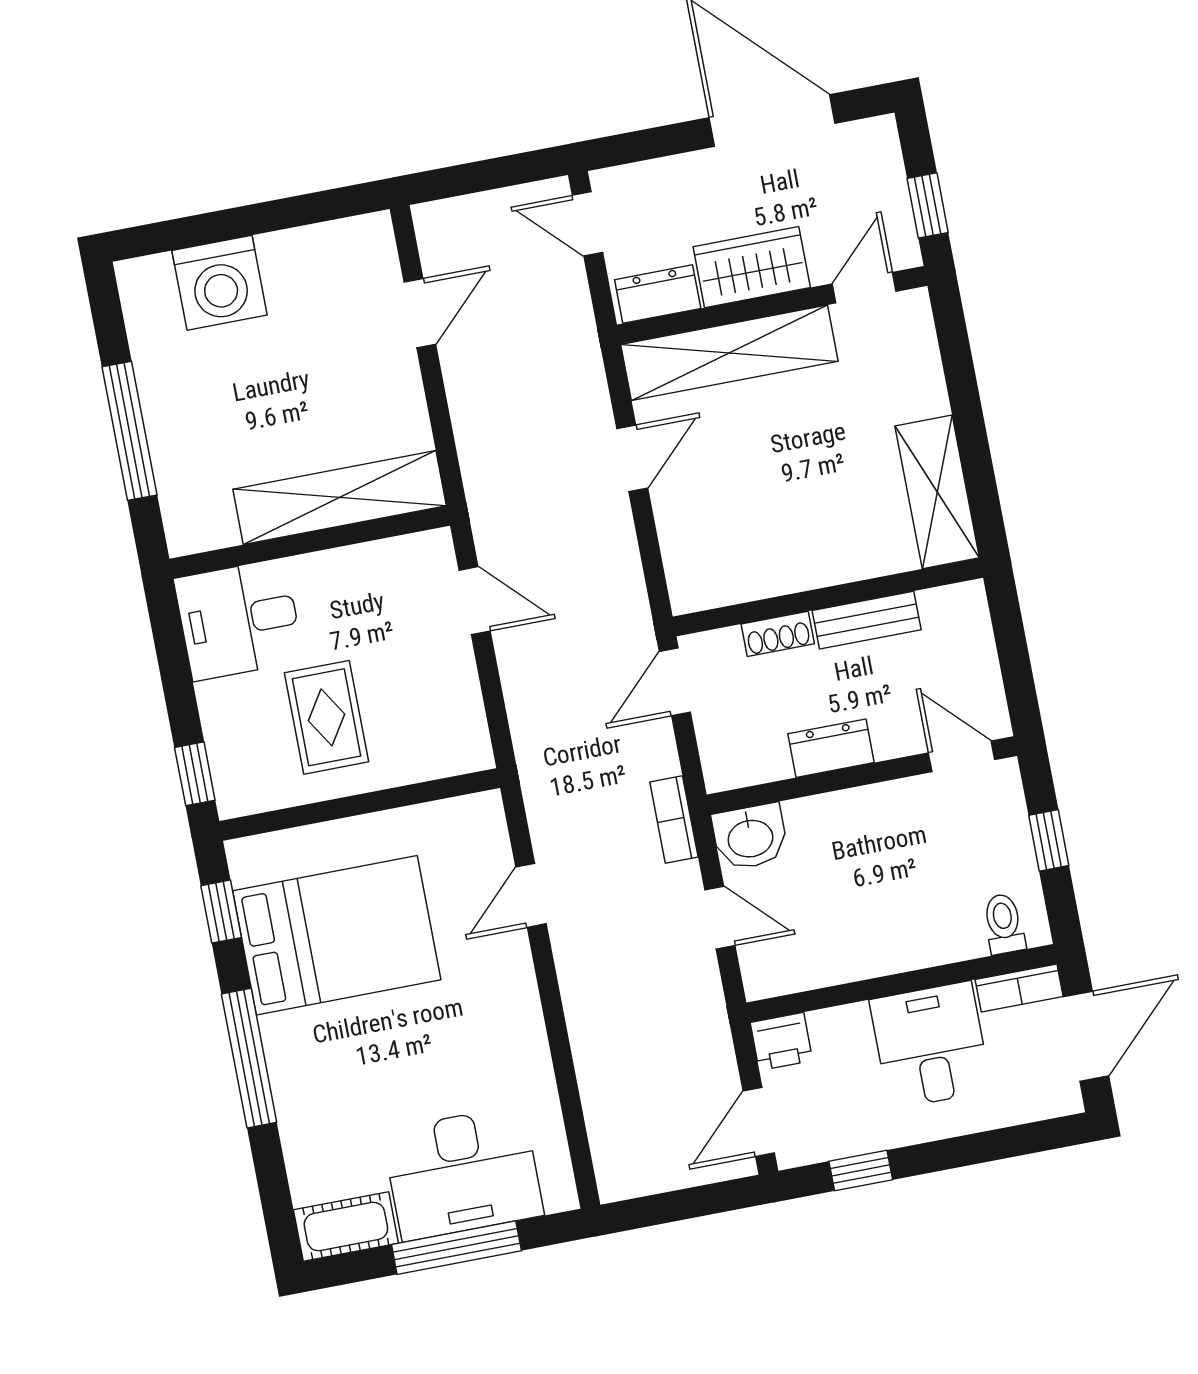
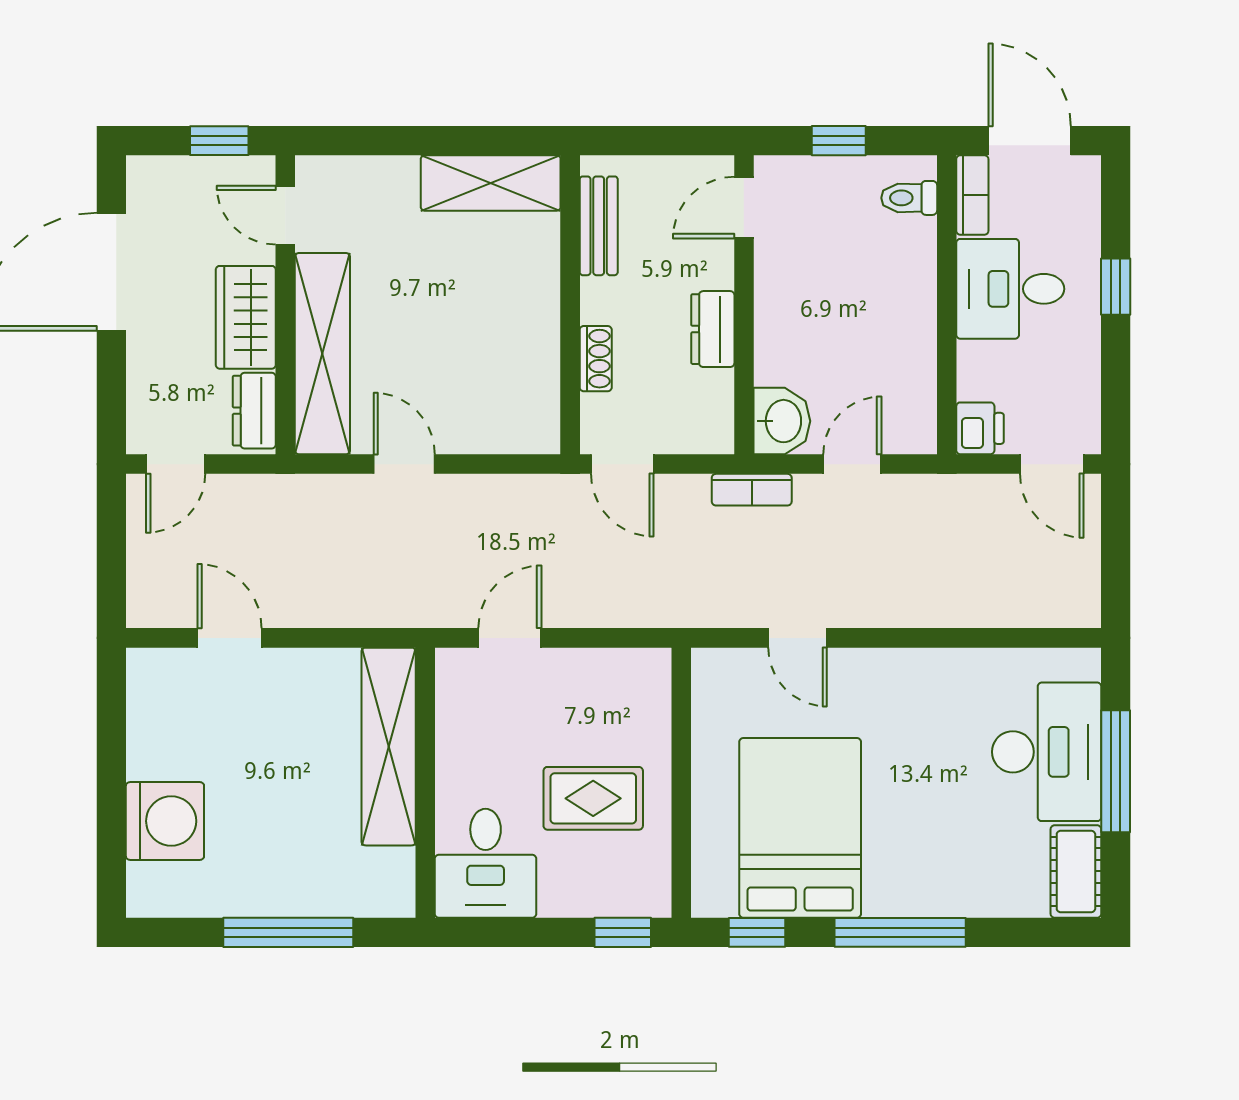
bench: (867, 620) -> (599, 226), moved
window: (861, 1170) -> (1116, 287), moved

